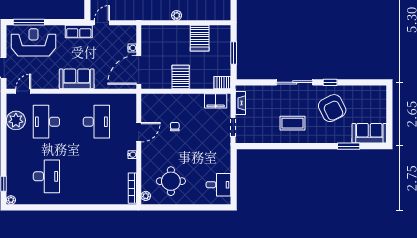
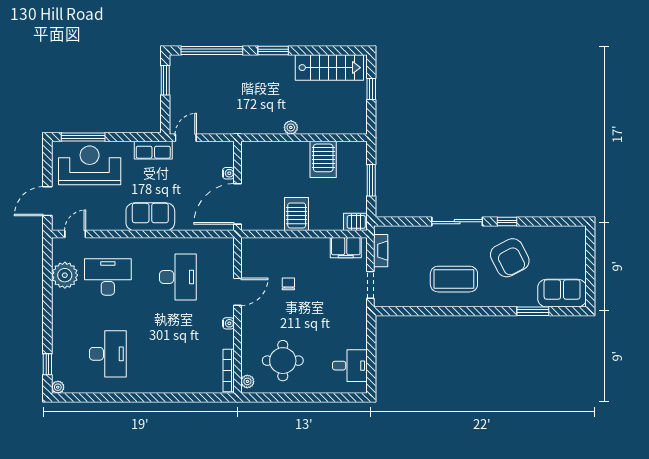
desk: (46, 122) -> (108, 277), turned 90
coffee table: (292, 123) -> (454, 279), width x1.36, depth x1.32

